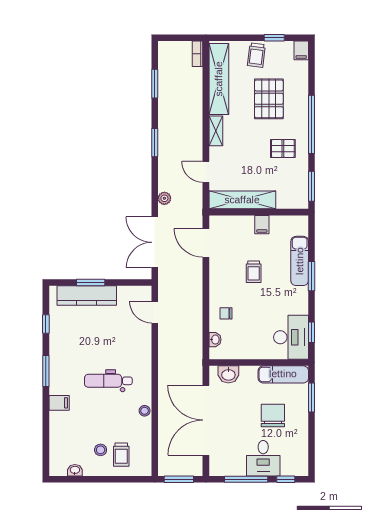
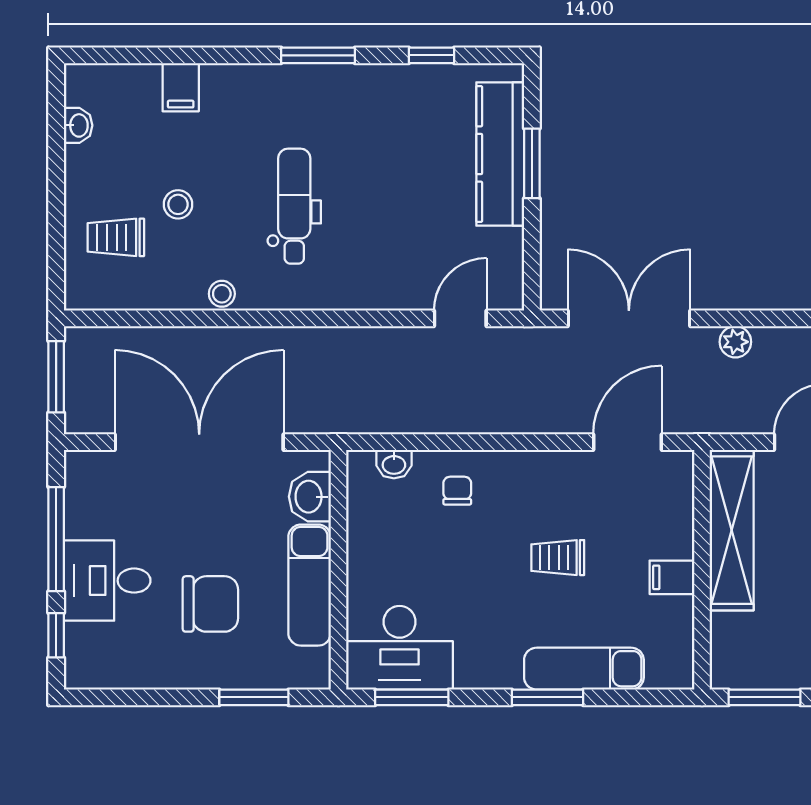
window: (312, 332) -> (412, 697), width x1.50
exam couch: (283, 374) -> (310, 585), moved
filing cabinet: (59, 403) -> (181, 87), moved
stool: (101, 450) -> (178, 204), moved

